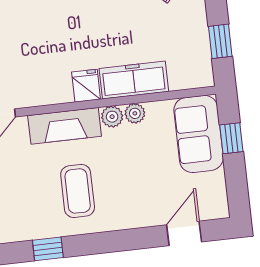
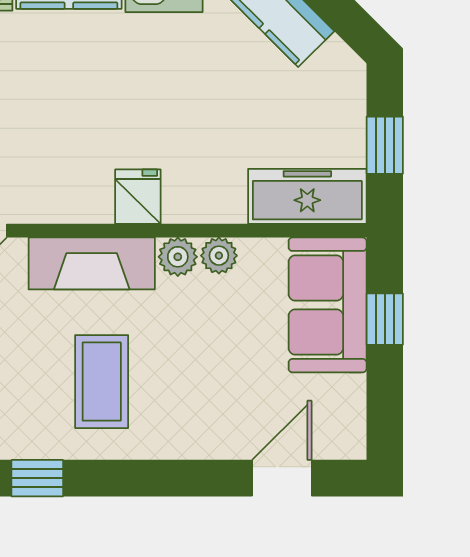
freezer: (134, 80) -> (307, 196), moved

